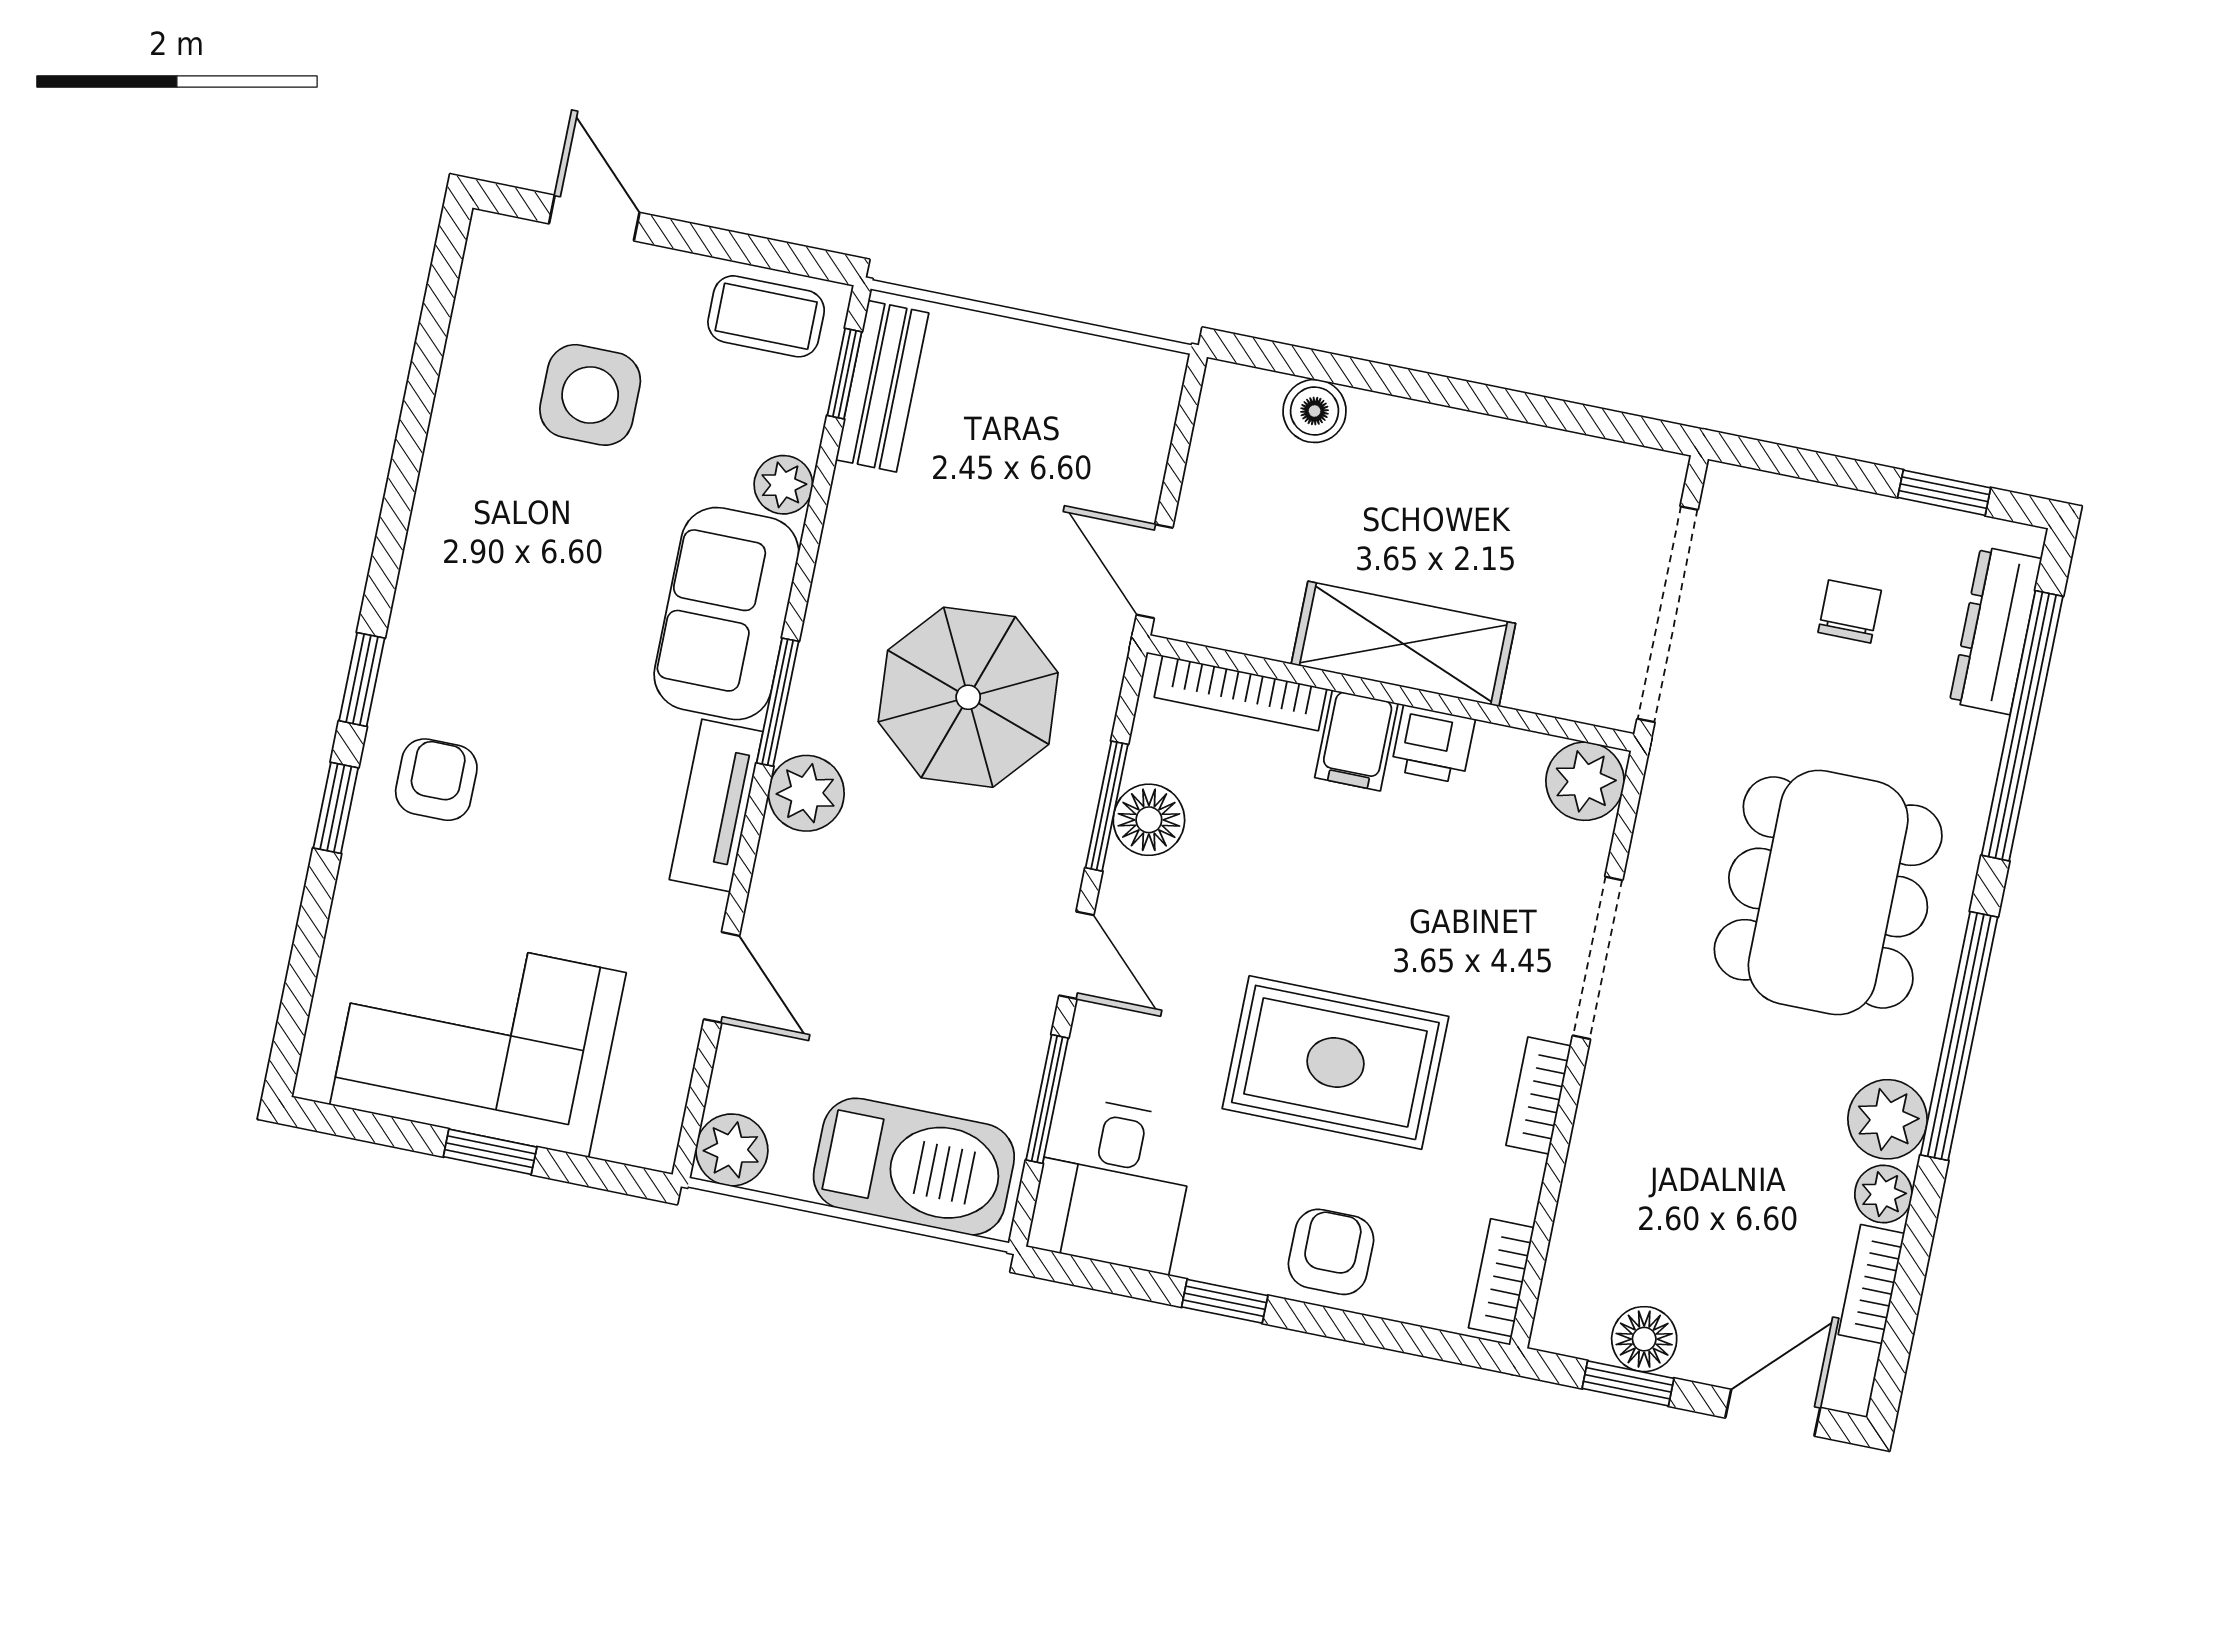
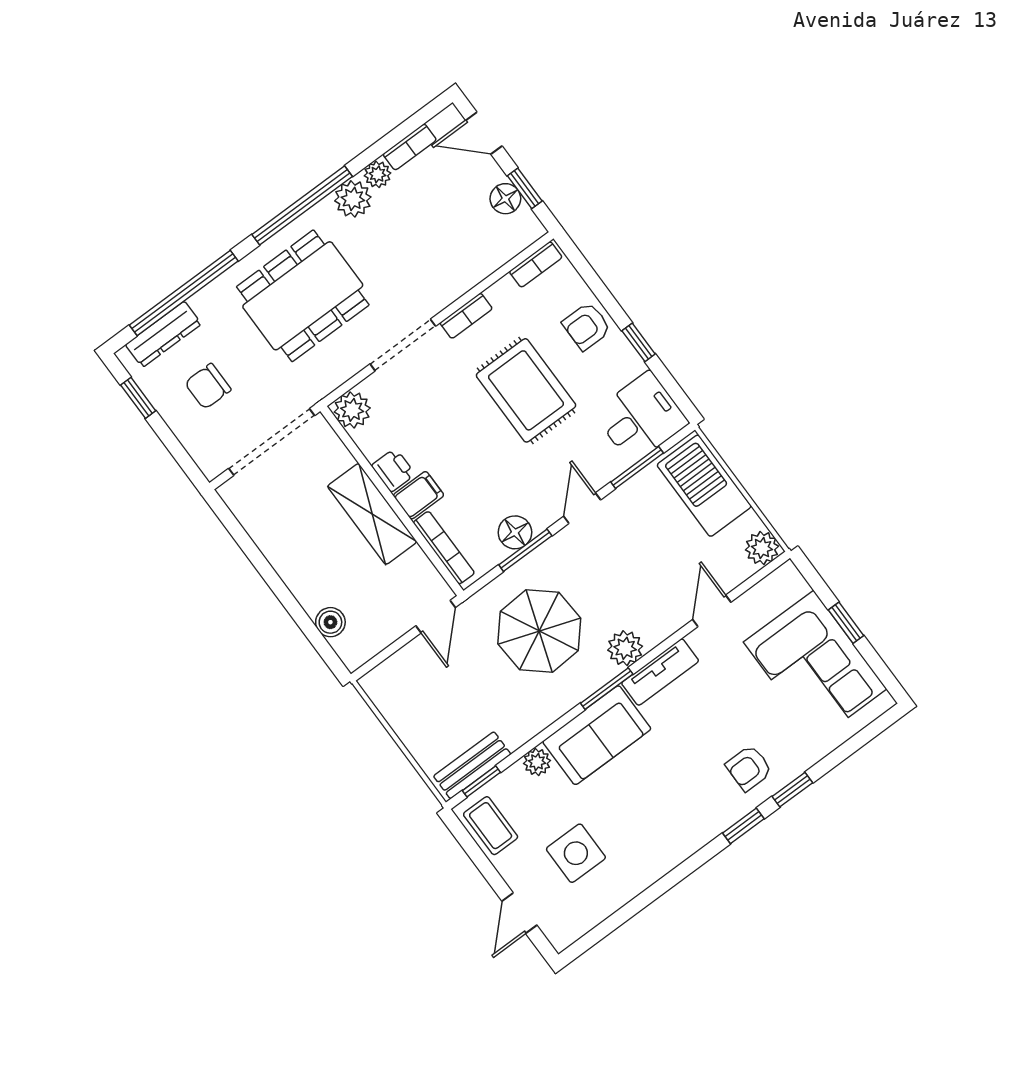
chair: (1850, 611) -> (208, 386), width x1.37, depth x1.37

